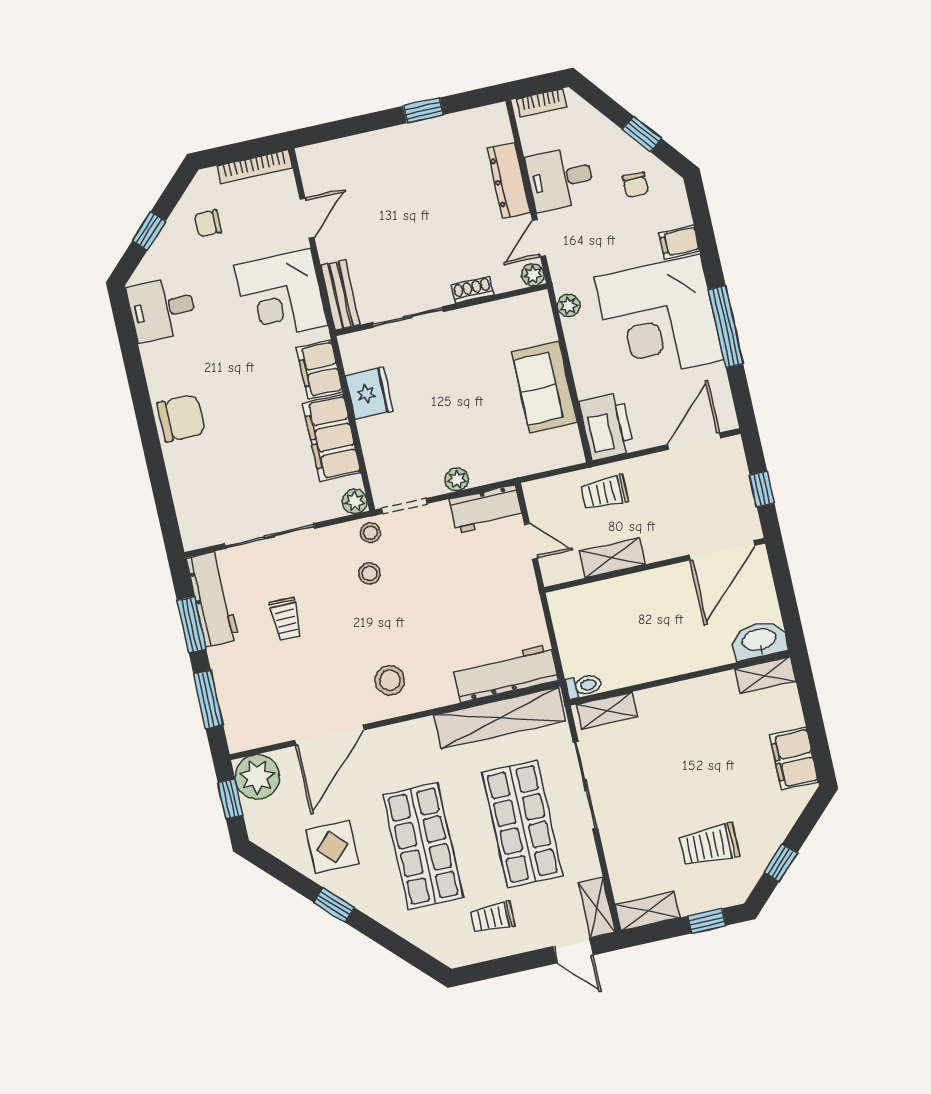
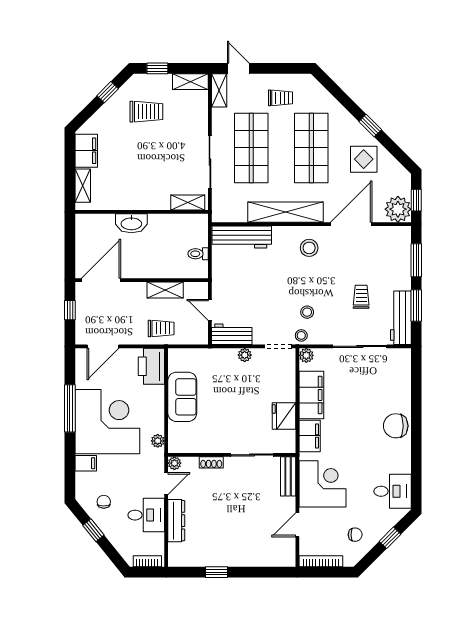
washbasin: (759, 640) -> (131, 223), moved
shelving: (765, 675) -> (83, 186), moved, turned 90
toilet: (584, 686) -> (198, 254), moved
shelving: (500, 718) -> (285, 212), moved

